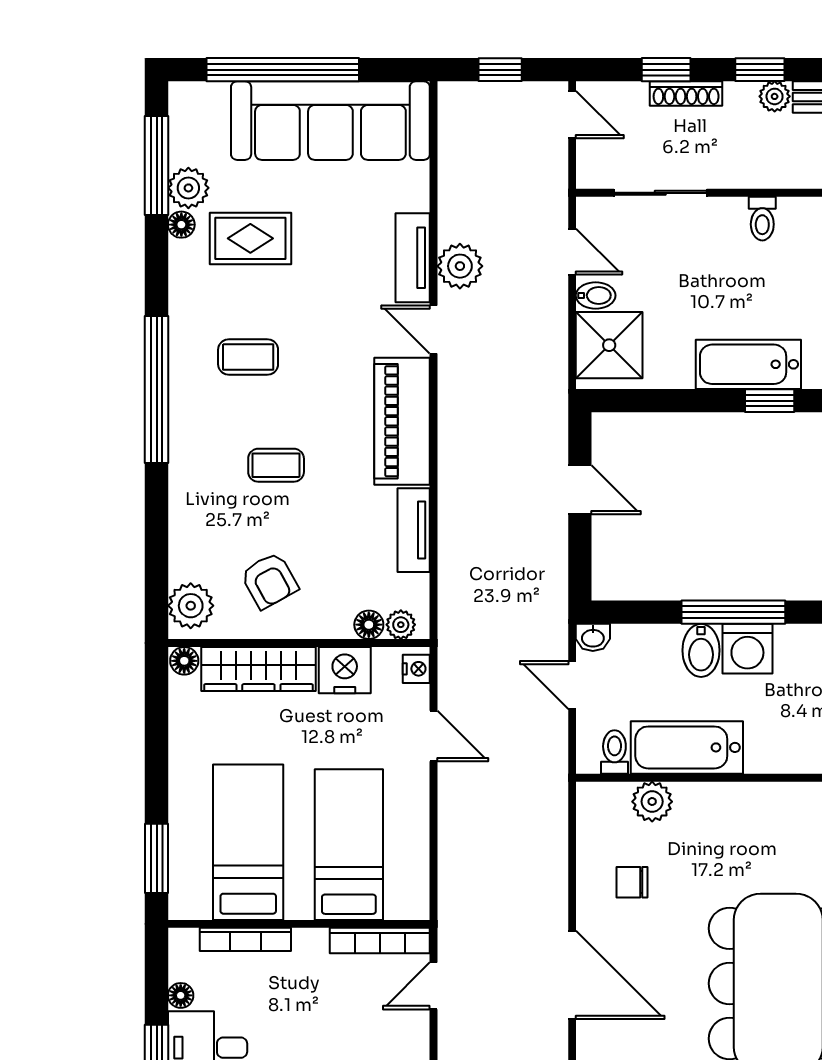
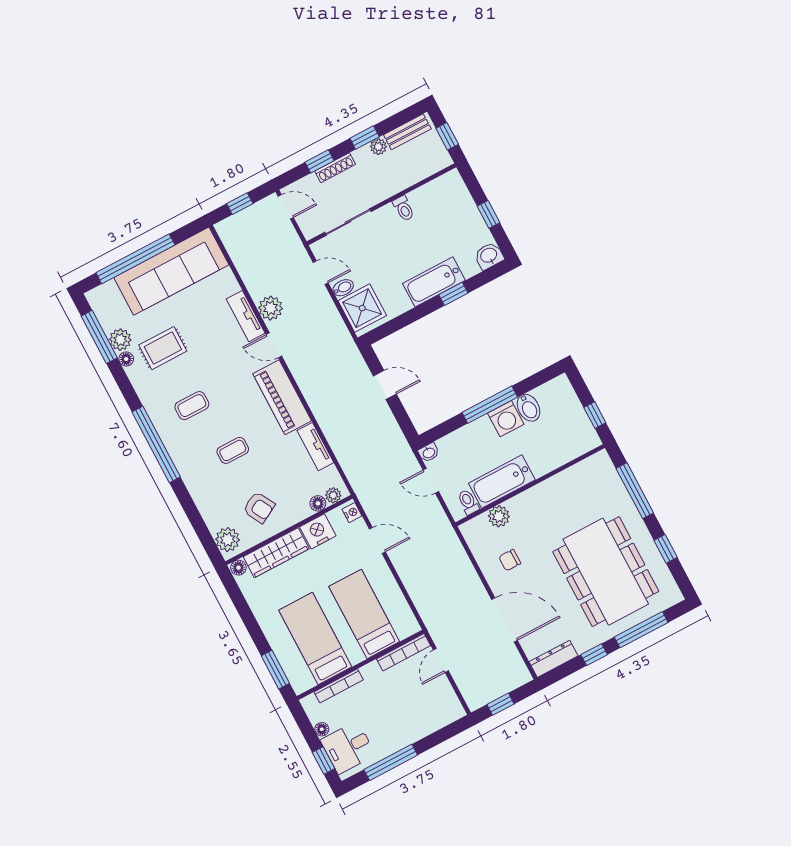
bidet: (701, 650) -> (529, 408), moved

